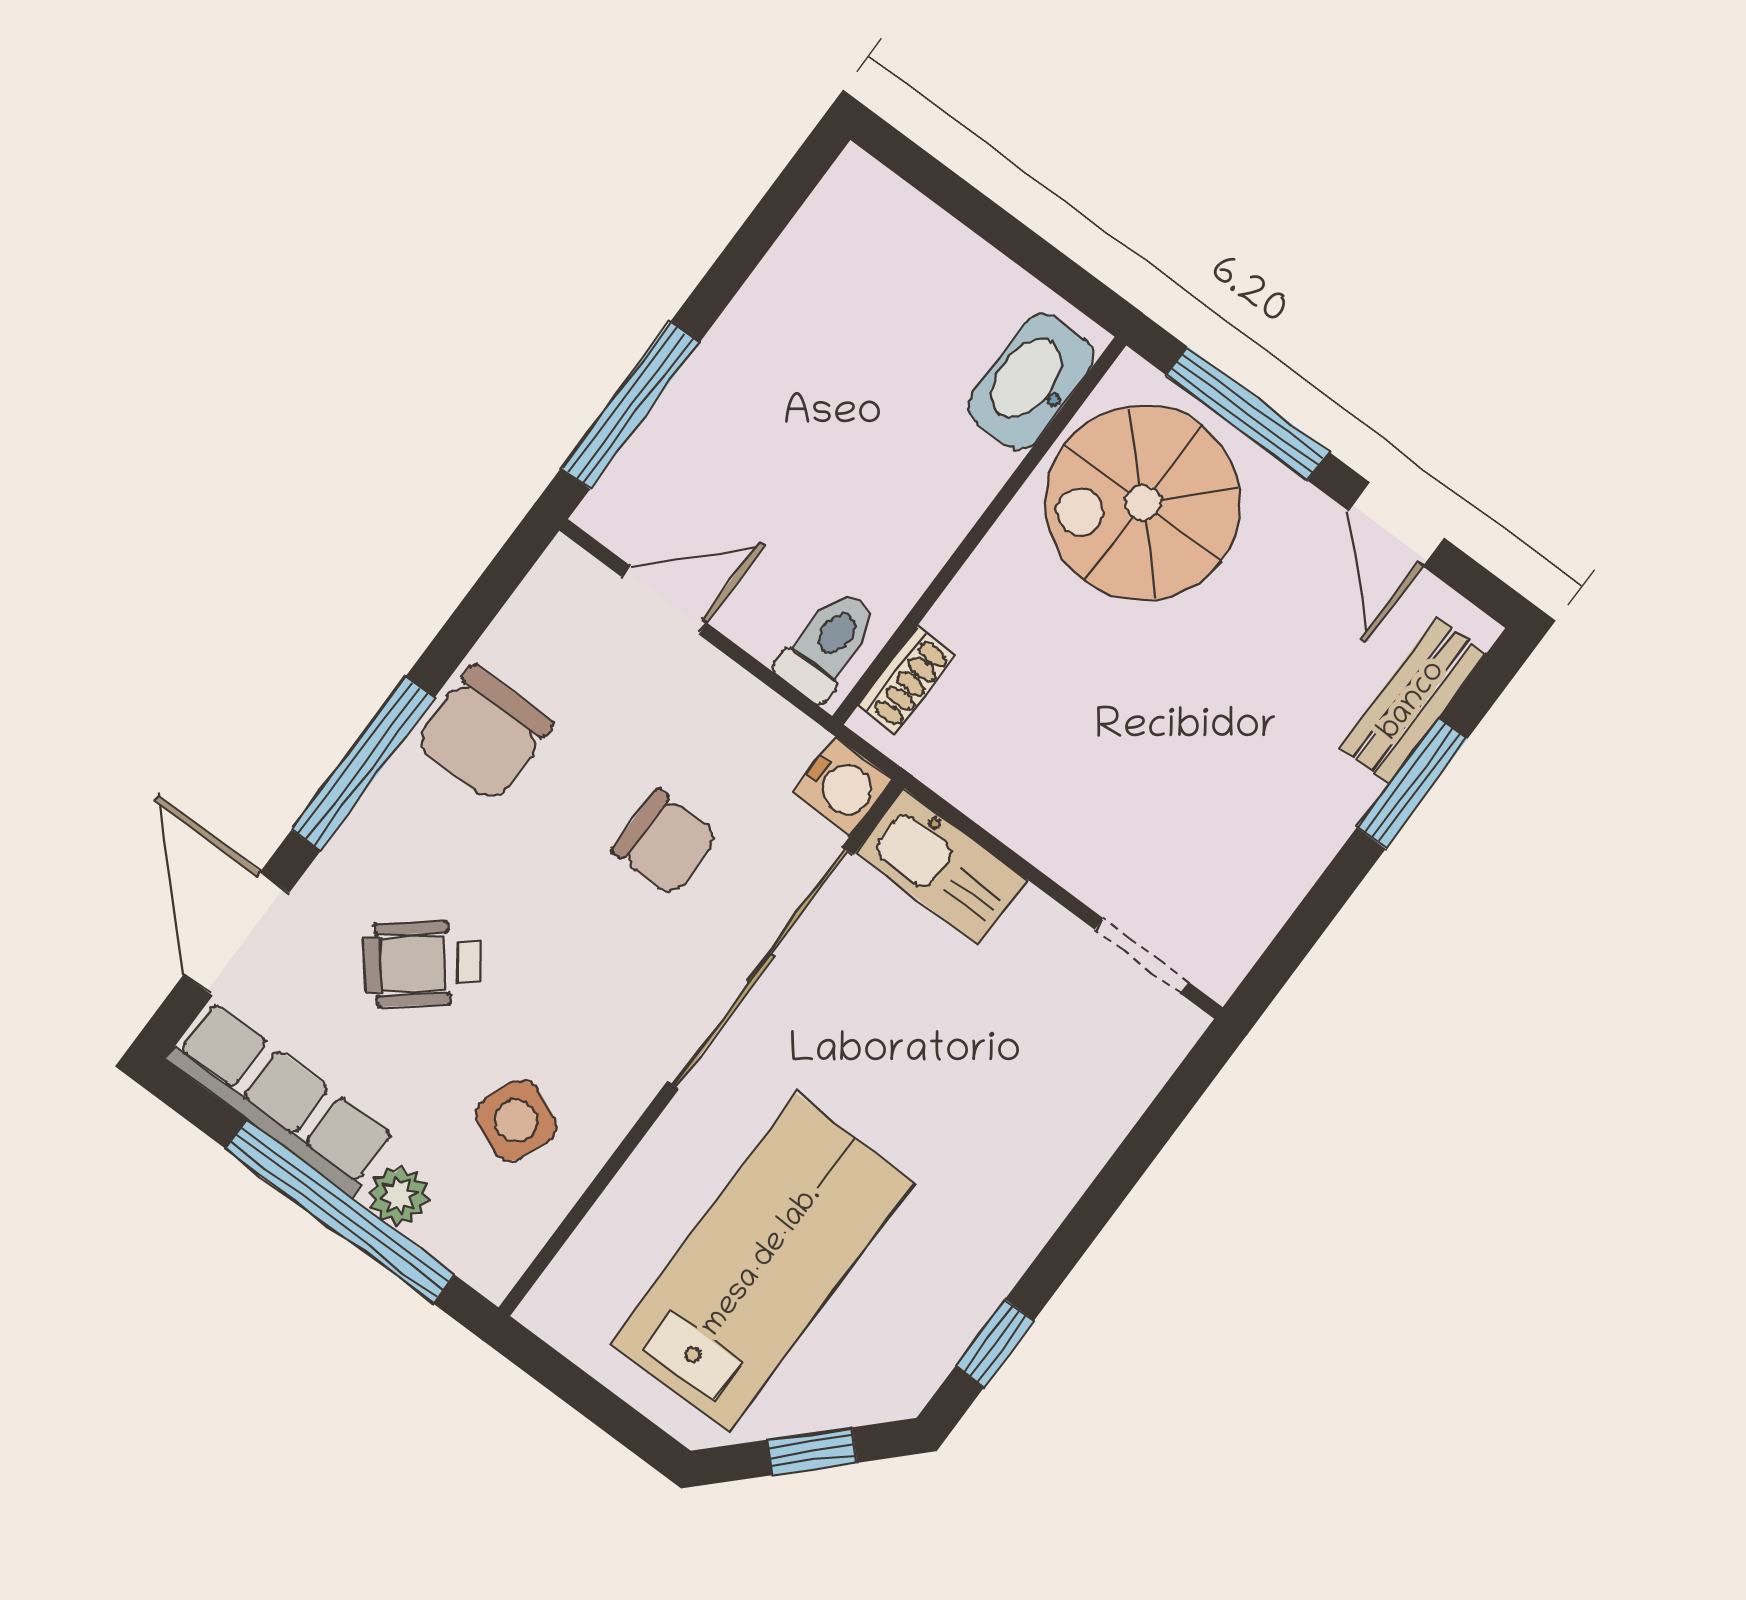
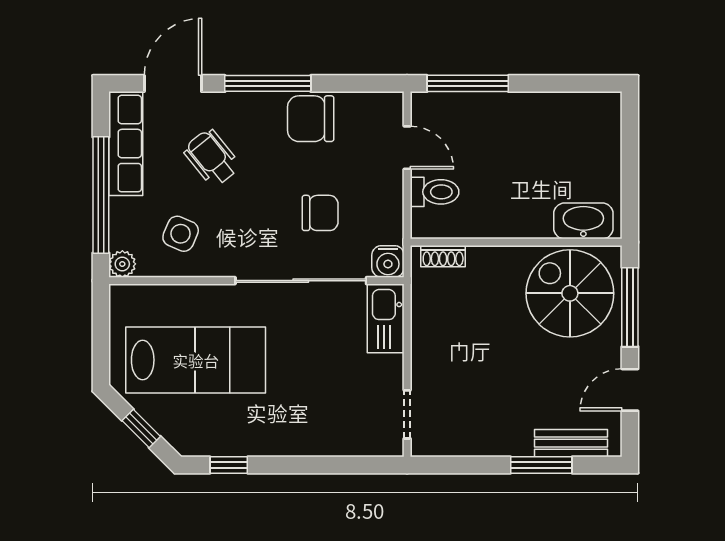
toilet: (828, 645) -> (435, 192), moved
chair: (665, 843) -> (320, 213), turned -90
plant: (399, 1196) -> (122, 264), moved

